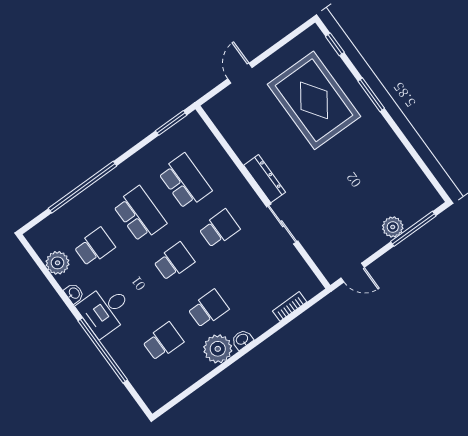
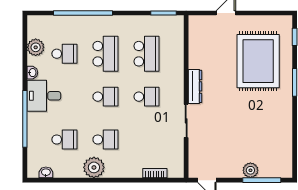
washbasin: (242, 340) -> (46, 172), moved

